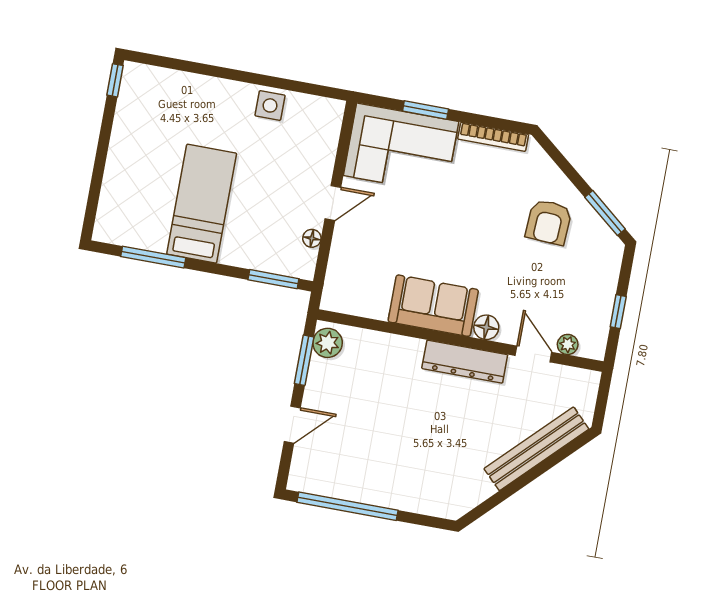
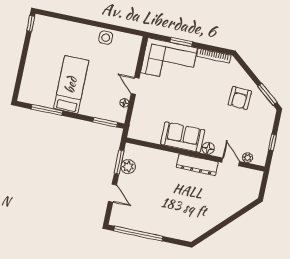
door: (333, 203) -> (135, 86), swing flipped
plant: (328, 343) -> (128, 167), moved
door: (292, 425) -> (112, 193), hinge flipped
bench: (536, 449) -> (231, 208), removed

